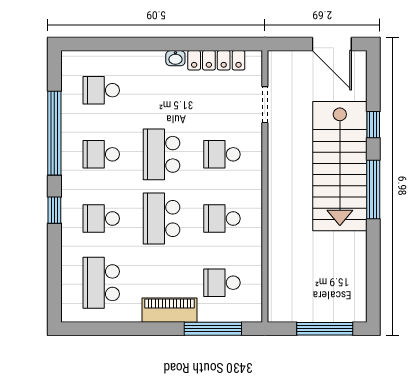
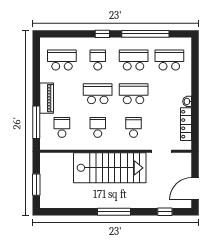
school desk: (101, 90) -> (169, 60), width x1.85
window: (373, 125) -> (165, 212), moved
school desk: (101, 154) -> (134, 60), width x1.85
stairs: (340, 166) -> (110, 168), moved, turned 180
window: (325, 329) -> (36, 185), width x0.69

